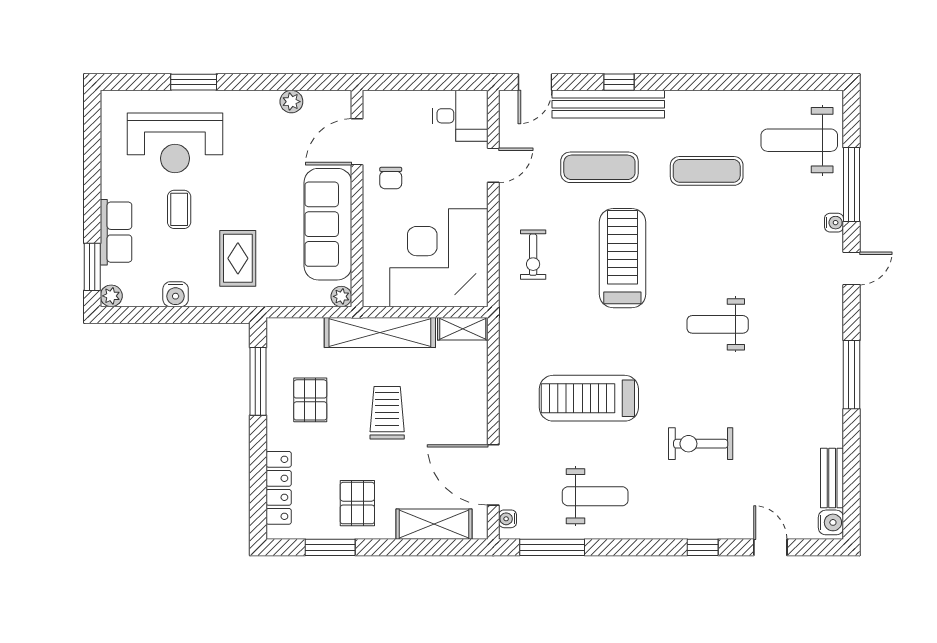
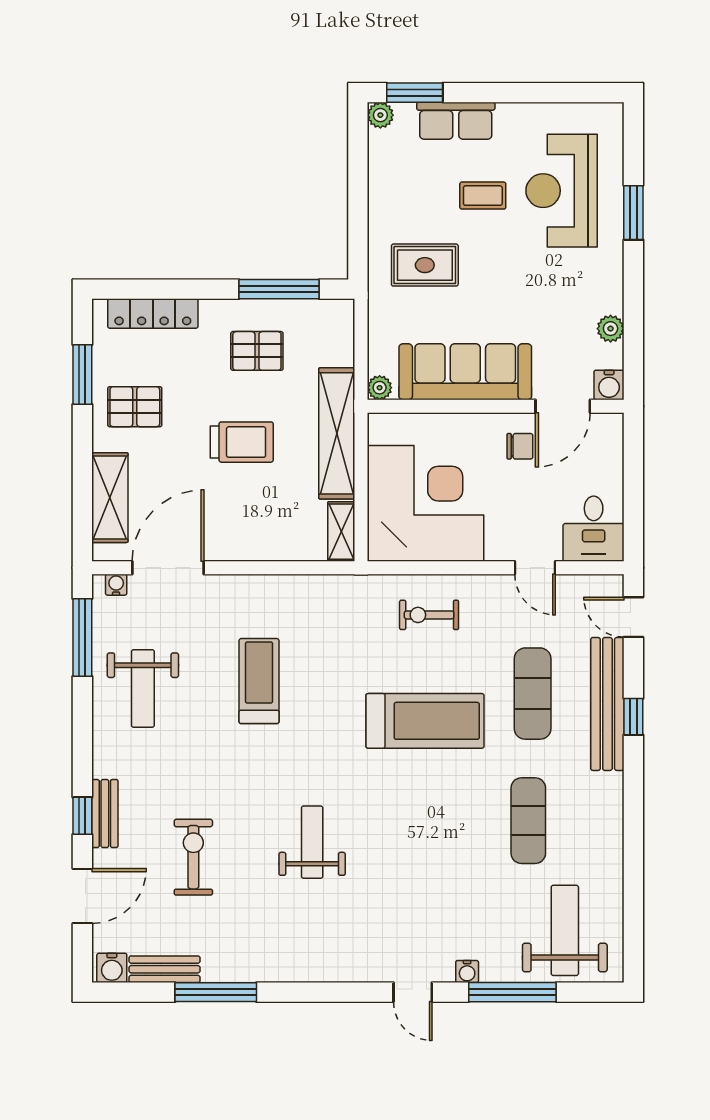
door: (357, 142) -> (563, 406), swing flipped
chair: (391, 178) -> (520, 446), turned 180
water cooler: (176, 294) -> (609, 385), moved, turned -90
weight bench: (718, 324) -> (312, 842), moved
window: (852, 375) -> (216, 992), moved
treadmill: (589, 398) -> (259, 681), width x0.73, depth x0.73
exercise bike: (701, 444) -> (193, 857), moved
bench: (701, 528) -> (105, 814), added
door: (770, 547) -> (82, 896), width x1.37

